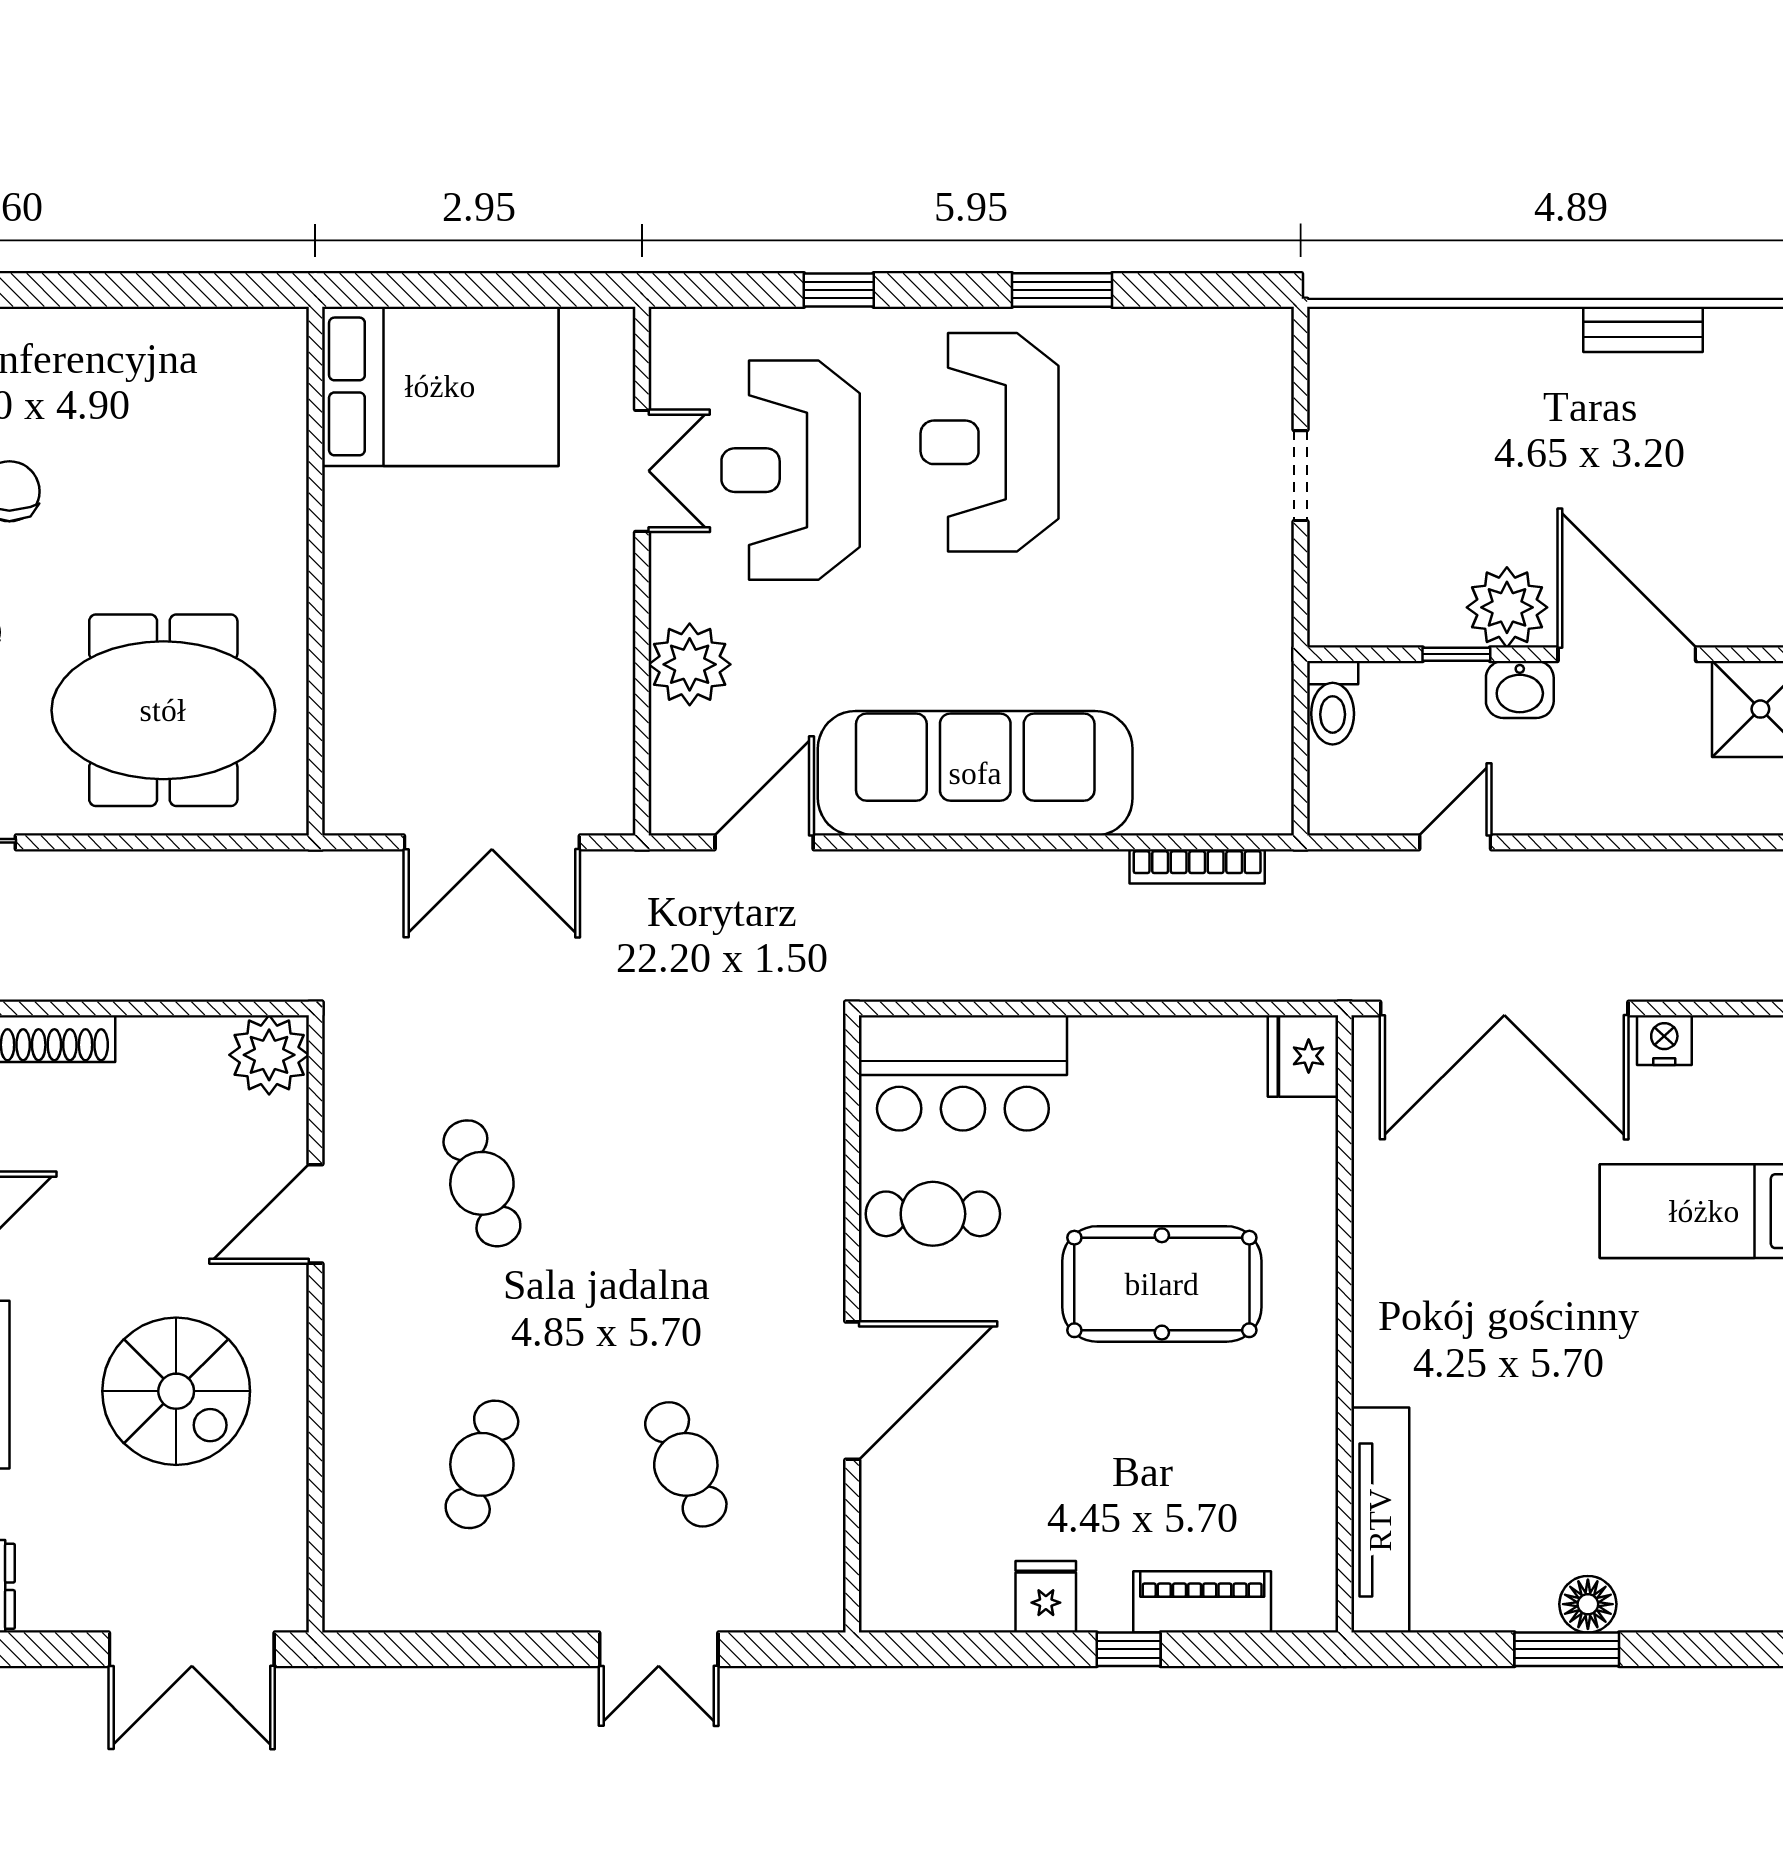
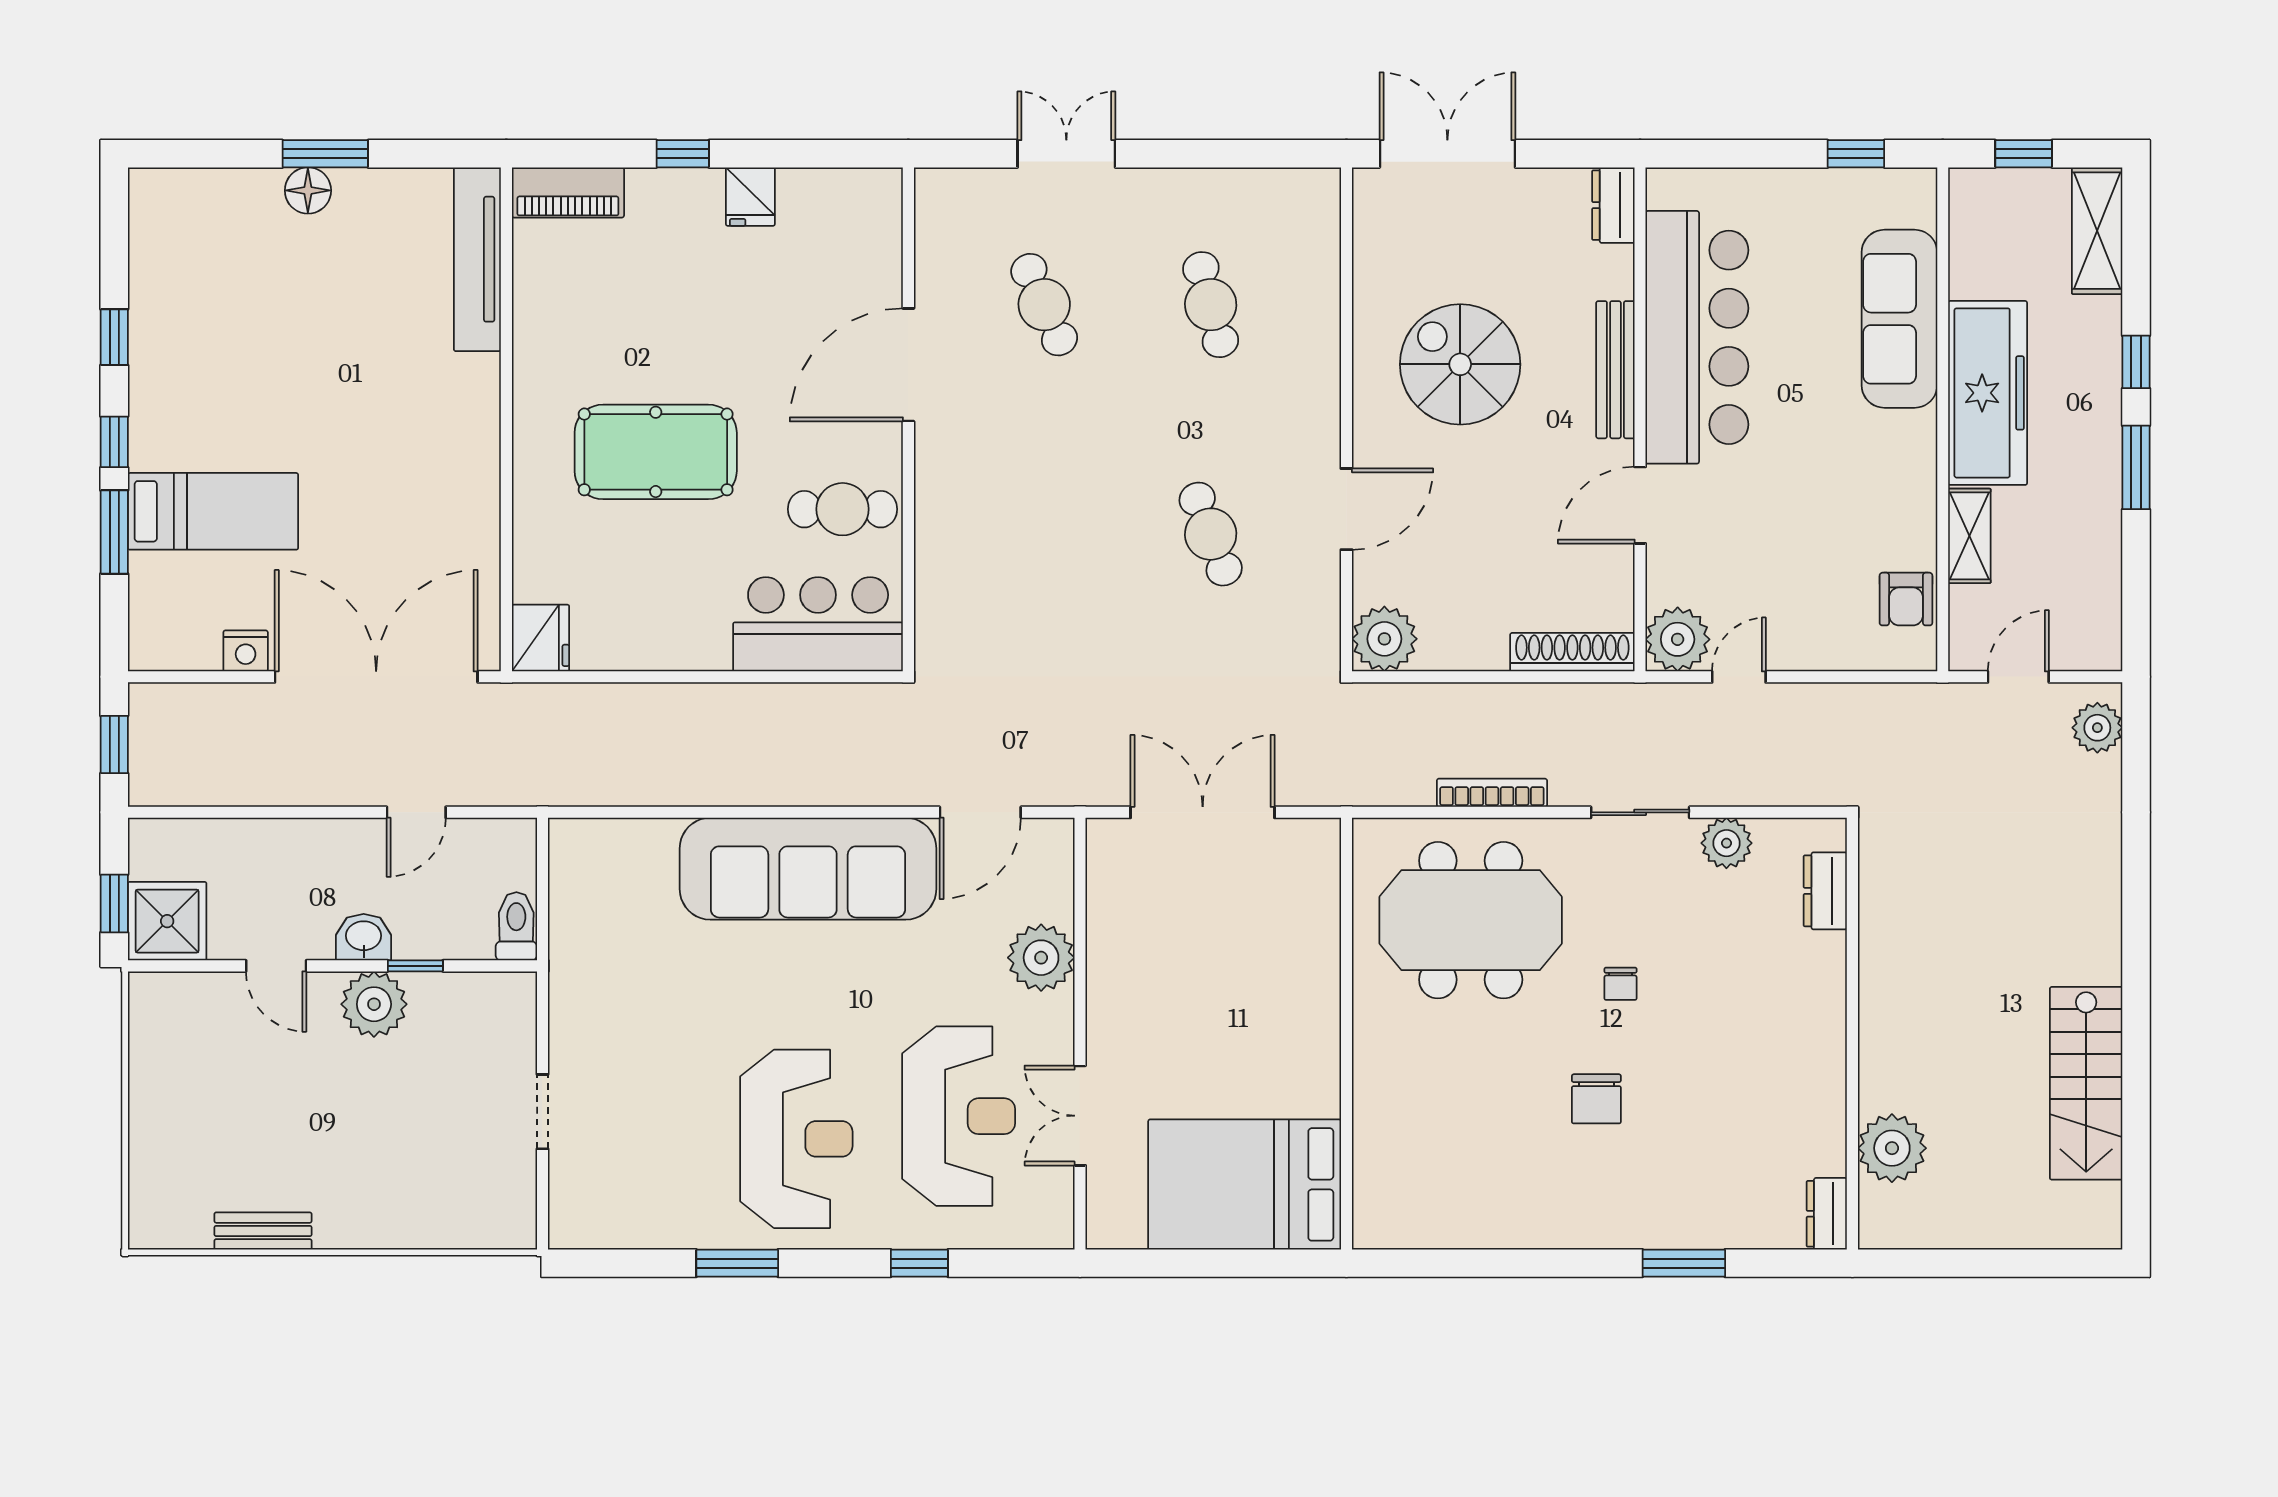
door: (1627, 654) -> (276, 966), width x0.53
bookcase: (1197, 866) -> (1492, 793), moved
cafe table: (482, 1464) -> (1211, 305), turned -33
piano: (1202, 1602) -> (568, 192), moved

